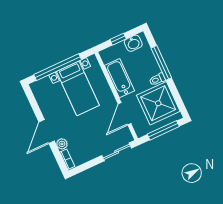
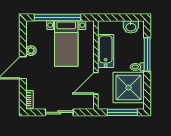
window: (118, 39) -> (120, 17), removed
plant: (62, 144) -> (31, 51), moved
sliding door: (117, 152) -> (59, 112), moved

